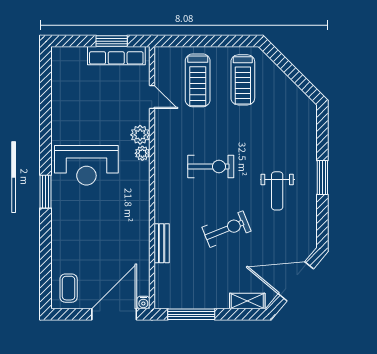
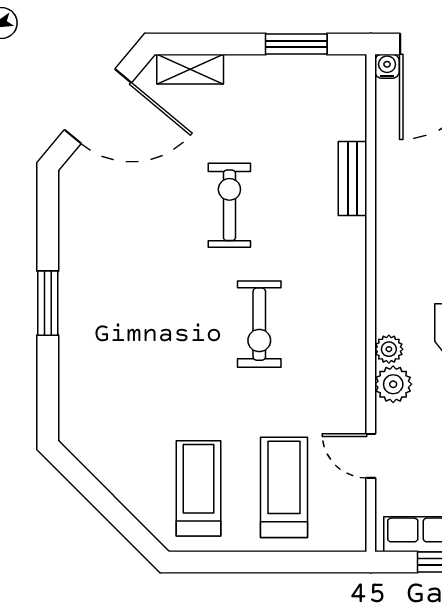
exercise bike: (211, 166) -> (259, 324), turned -90
weight bench: (277, 191) -> (133, 278), removed
exercise bike: (227, 229) -> (229, 205), turned 112
window: (191, 314) -> (296, 44), width x0.69

